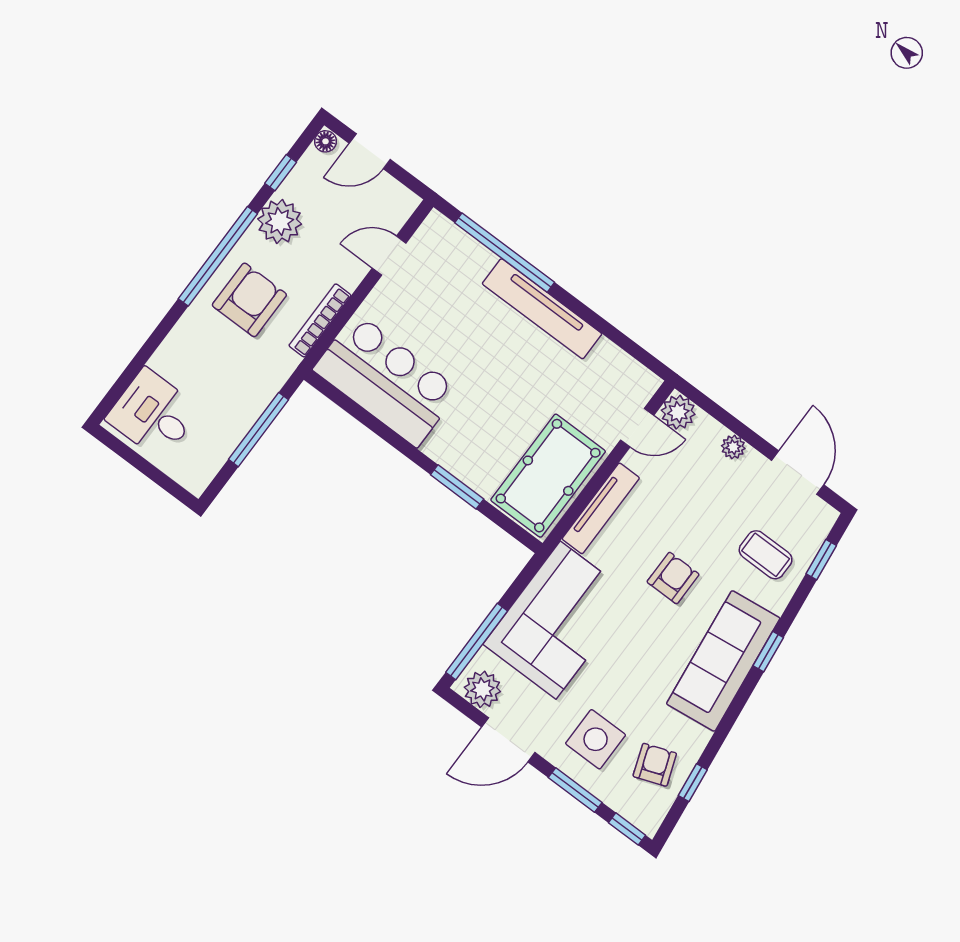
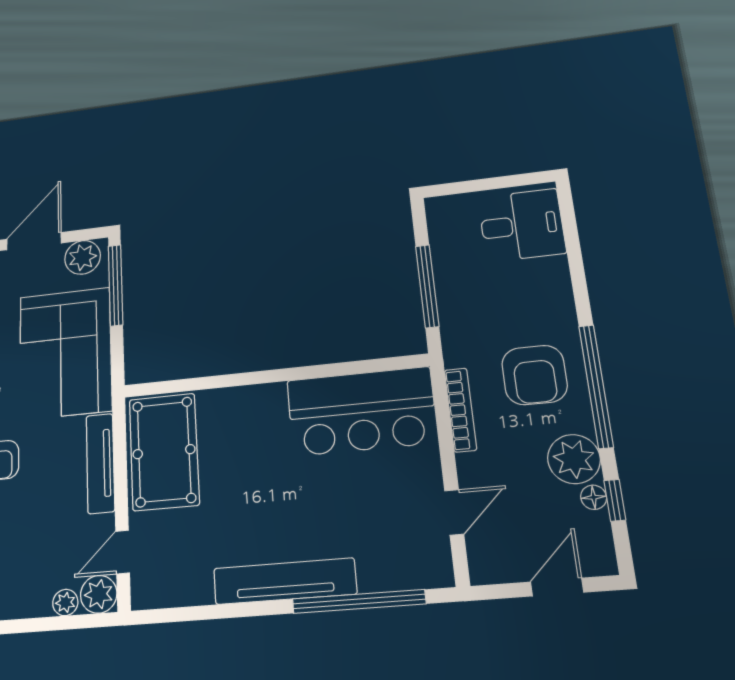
floor lamp: (325, 141) -> (594, 497), moved
plant: (733, 447) -> (65, 603), moved
window: (457, 487) -> (229, 380), removed

